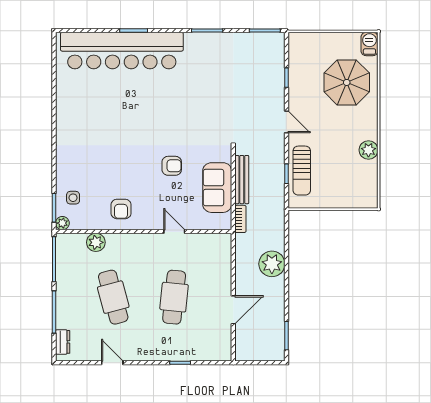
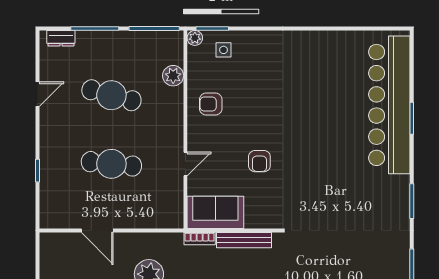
sofa: (217, 188) -> (215, 212), moved
cafe table: (113, 297) -> (111, 95), turned 30

